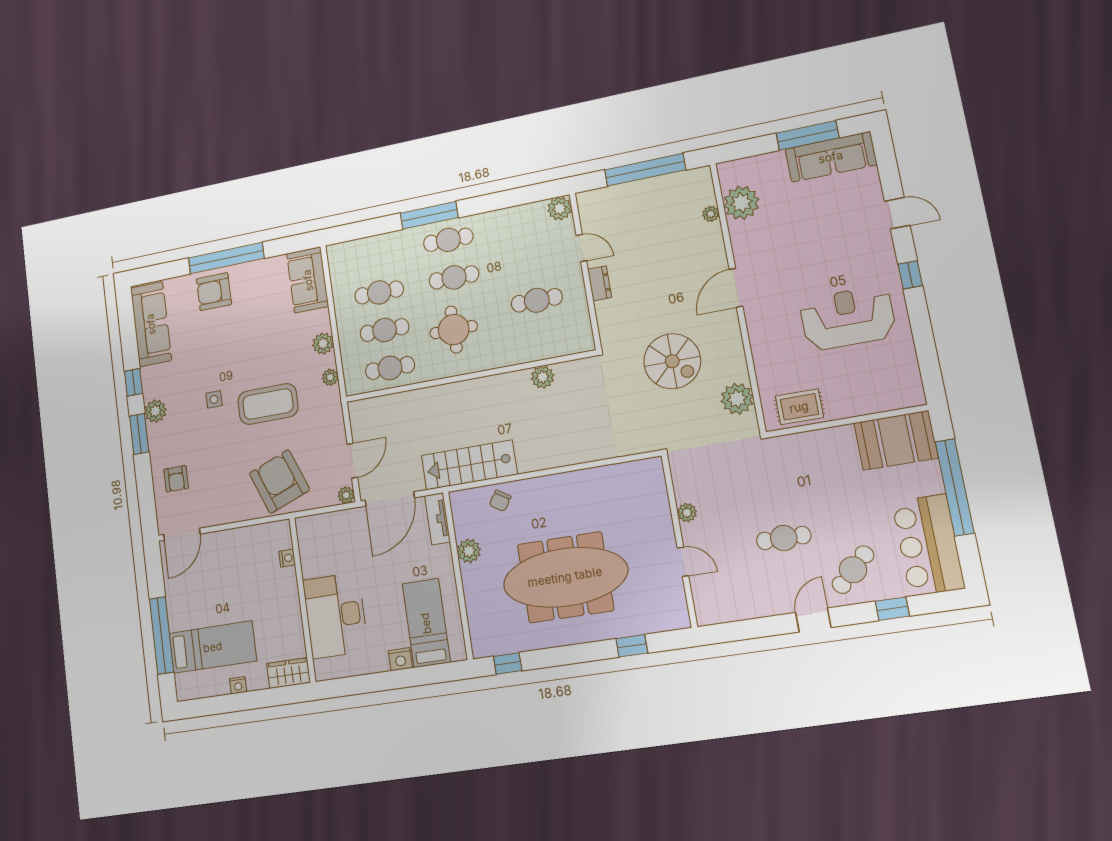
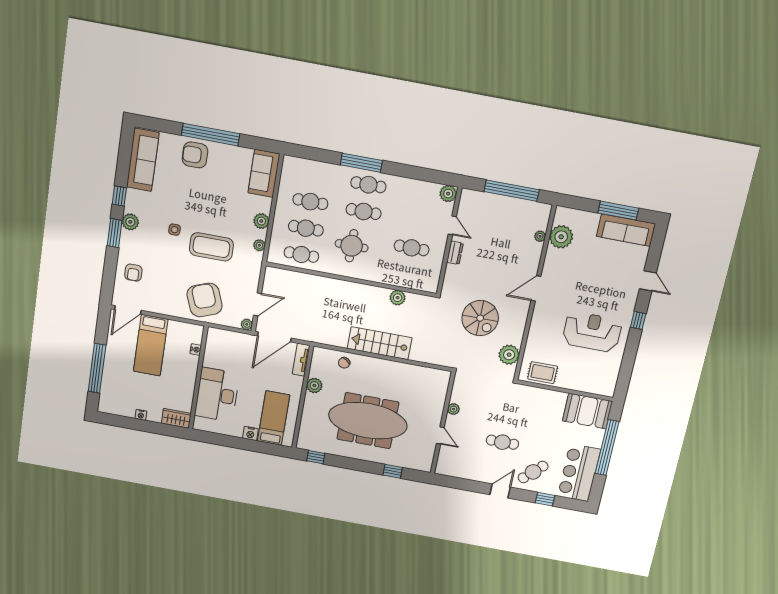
stairs: (469, 465) -> (380, 343), moved
bed: (213, 647) -> (151, 345), moved, turned 90

